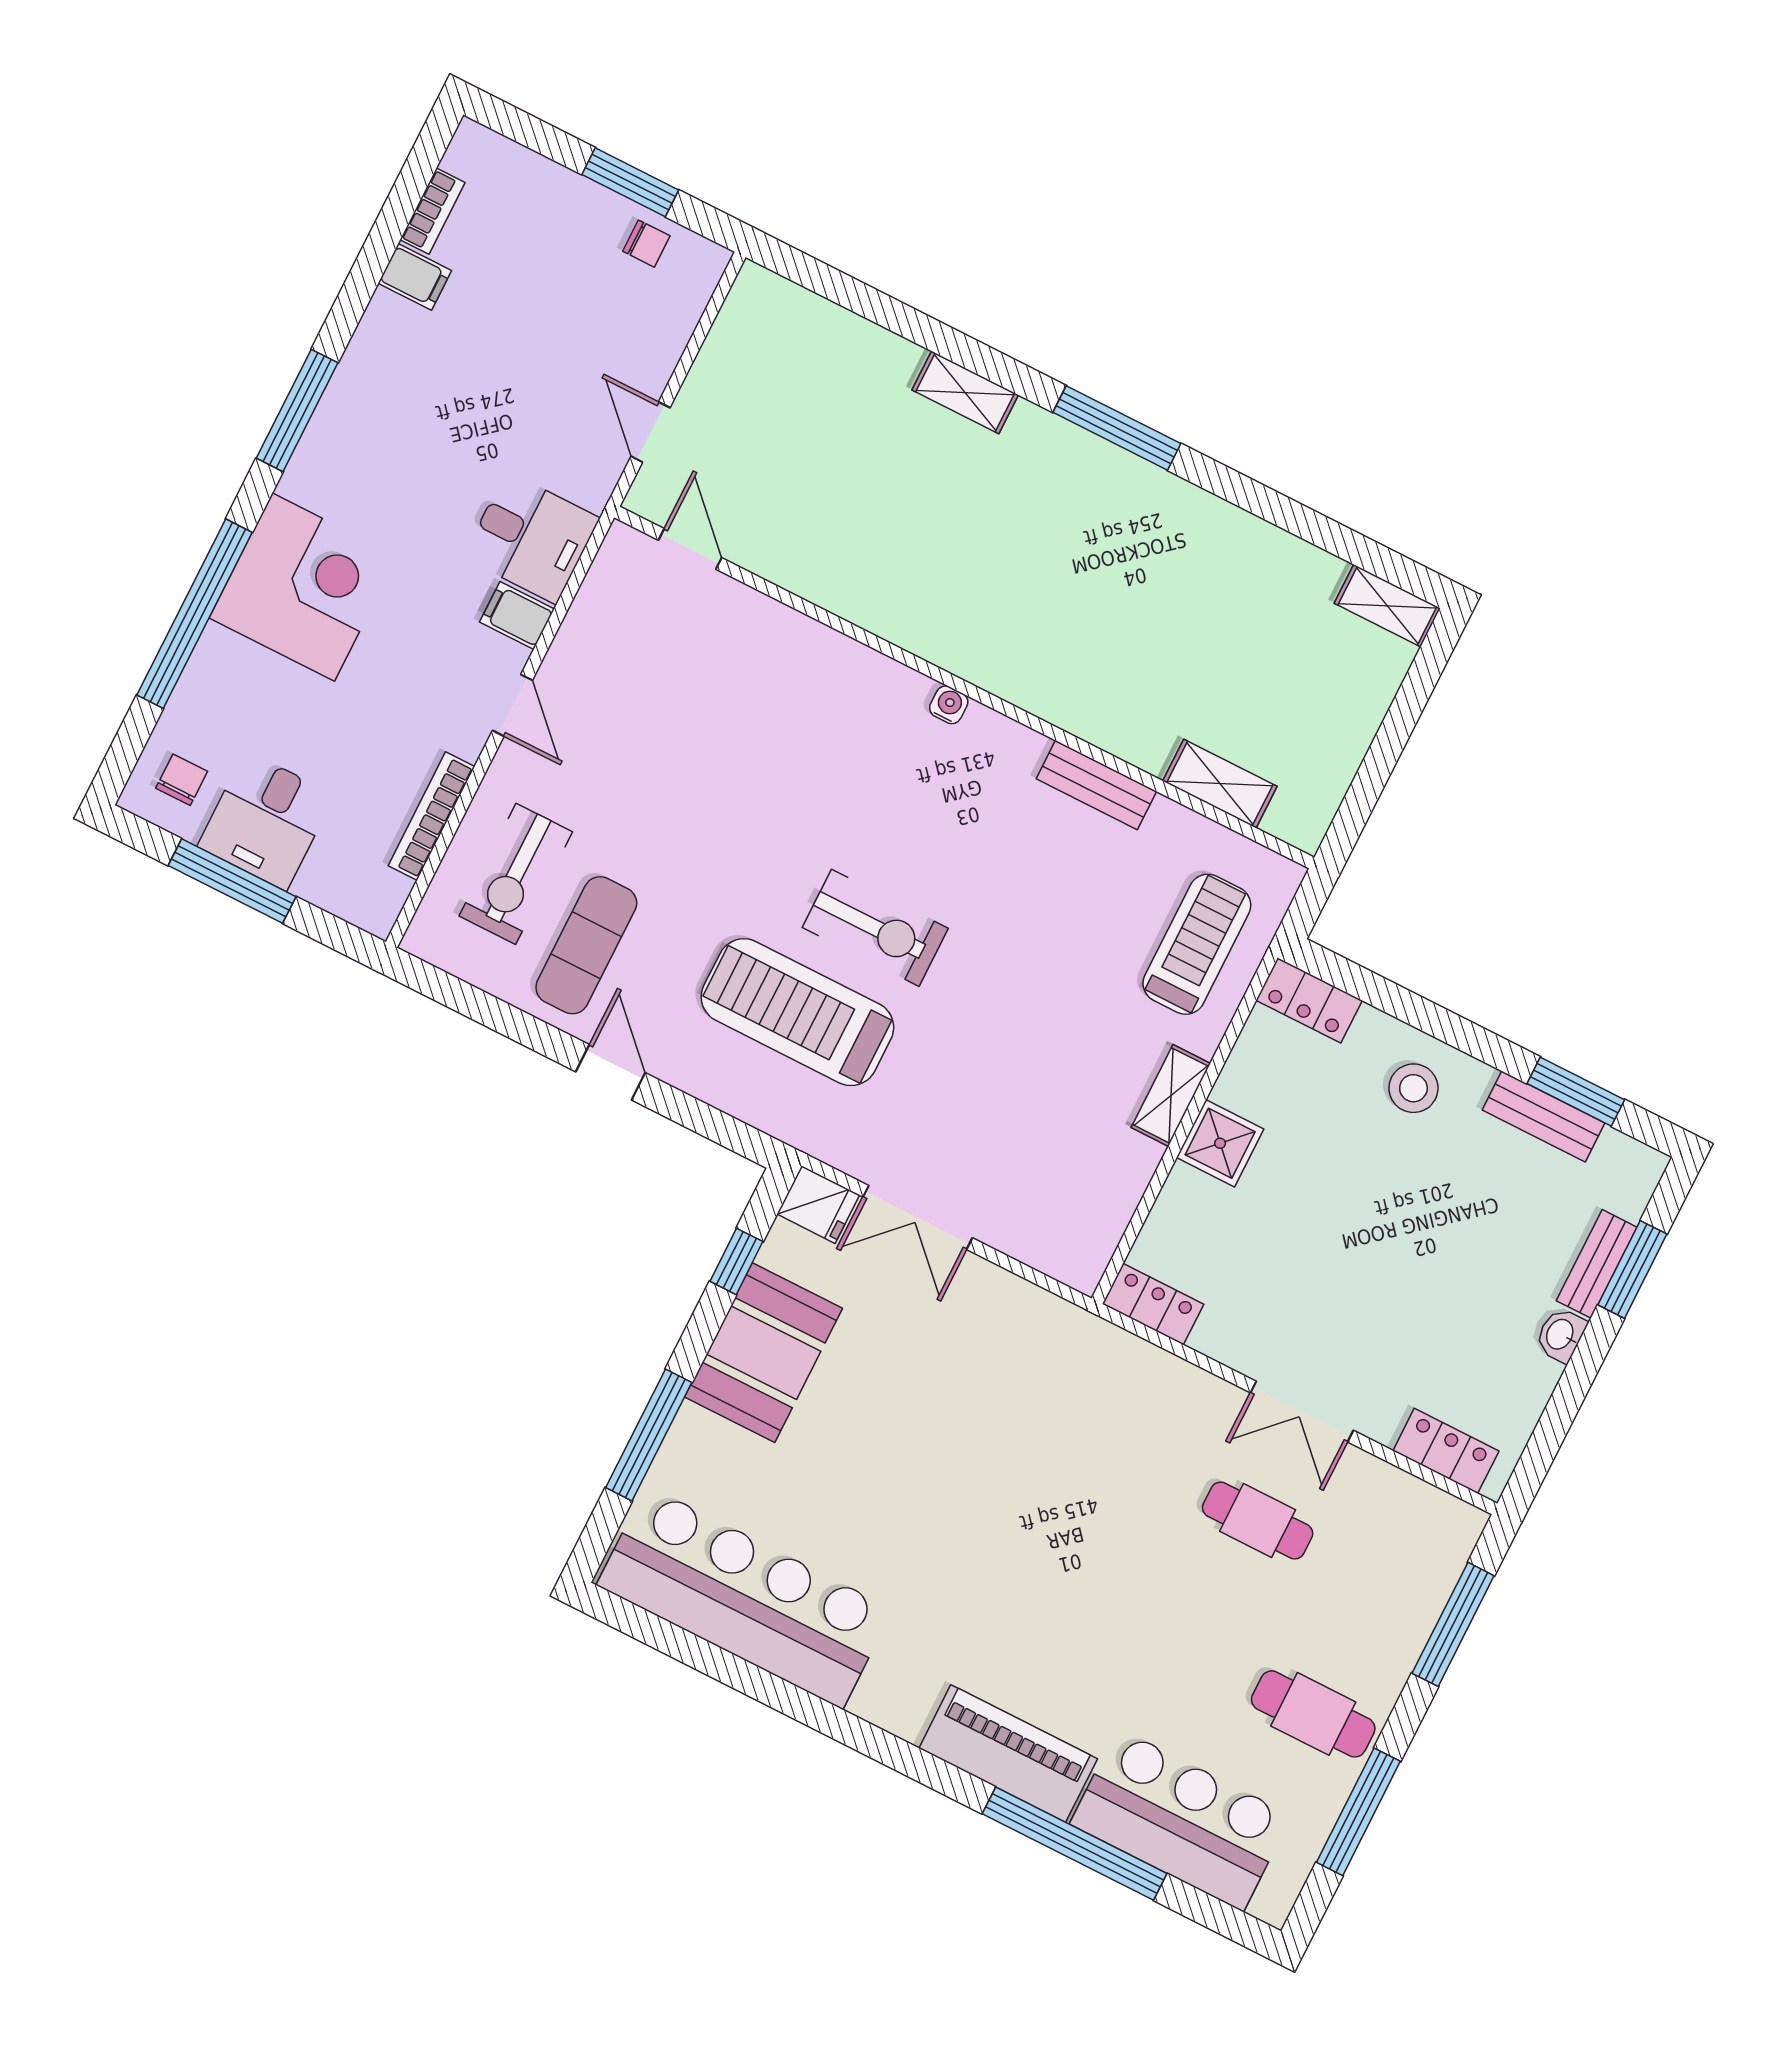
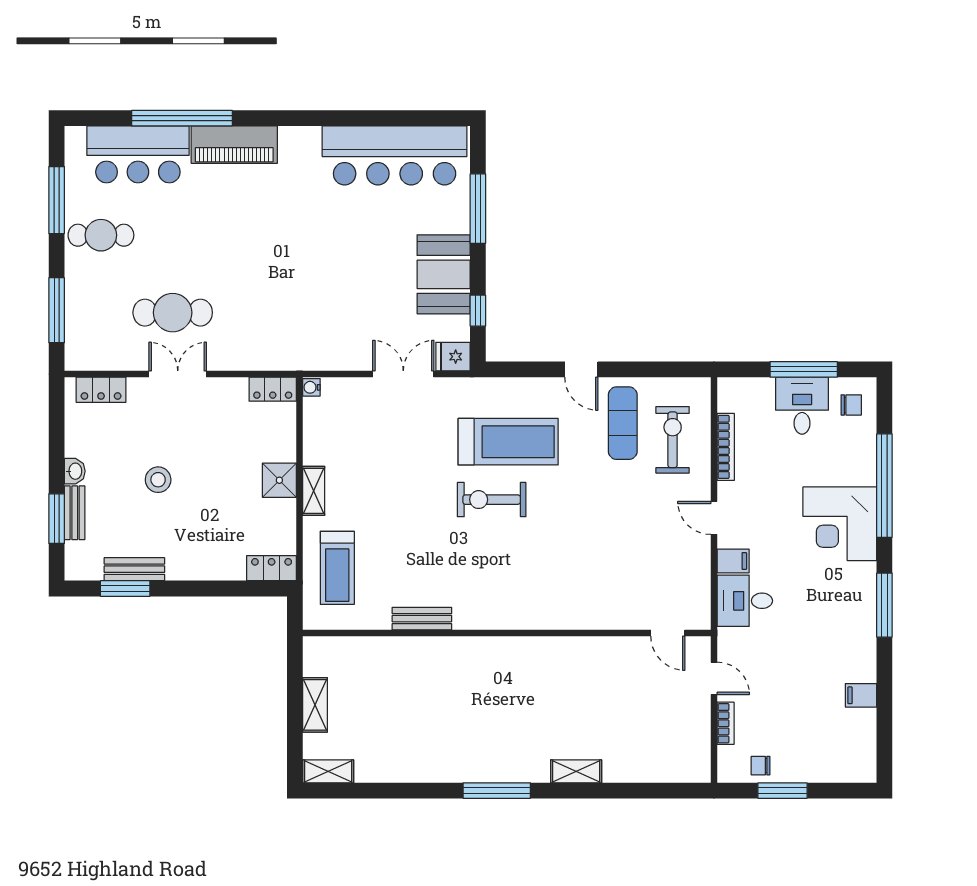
bookcase: (433, 211) -> (726, 723), moved, turned 180
water cooler: (949, 705) -> (311, 387), moved, turned 90
chair: (182, 780) -> (851, 405), turned -90
shelving: (1220, 784) -> (315, 705), moved, turned 90
stool: (1413, 1088) -> (158, 480), moved
cafe table: (1258, 1521) -> (173, 313), width x1.37, depth x1.35

